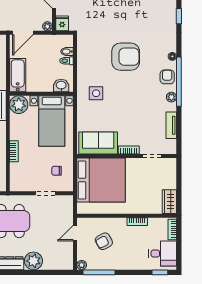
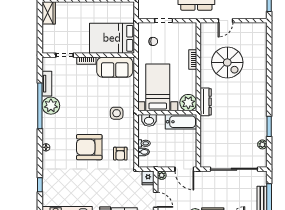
door: (23, 33) -> (184, 169), swing flipped
bathtub: (18, 75) -> (181, 122), moved, turned -90
armchair: (167, 77) -> (120, 154), moved
window: (179, 82) -> (40, 106), moved
plant: (171, 97) -> (51, 106), width x1.88, depth x1.88
bed: (101, 180) -> (112, 38), width x0.73

